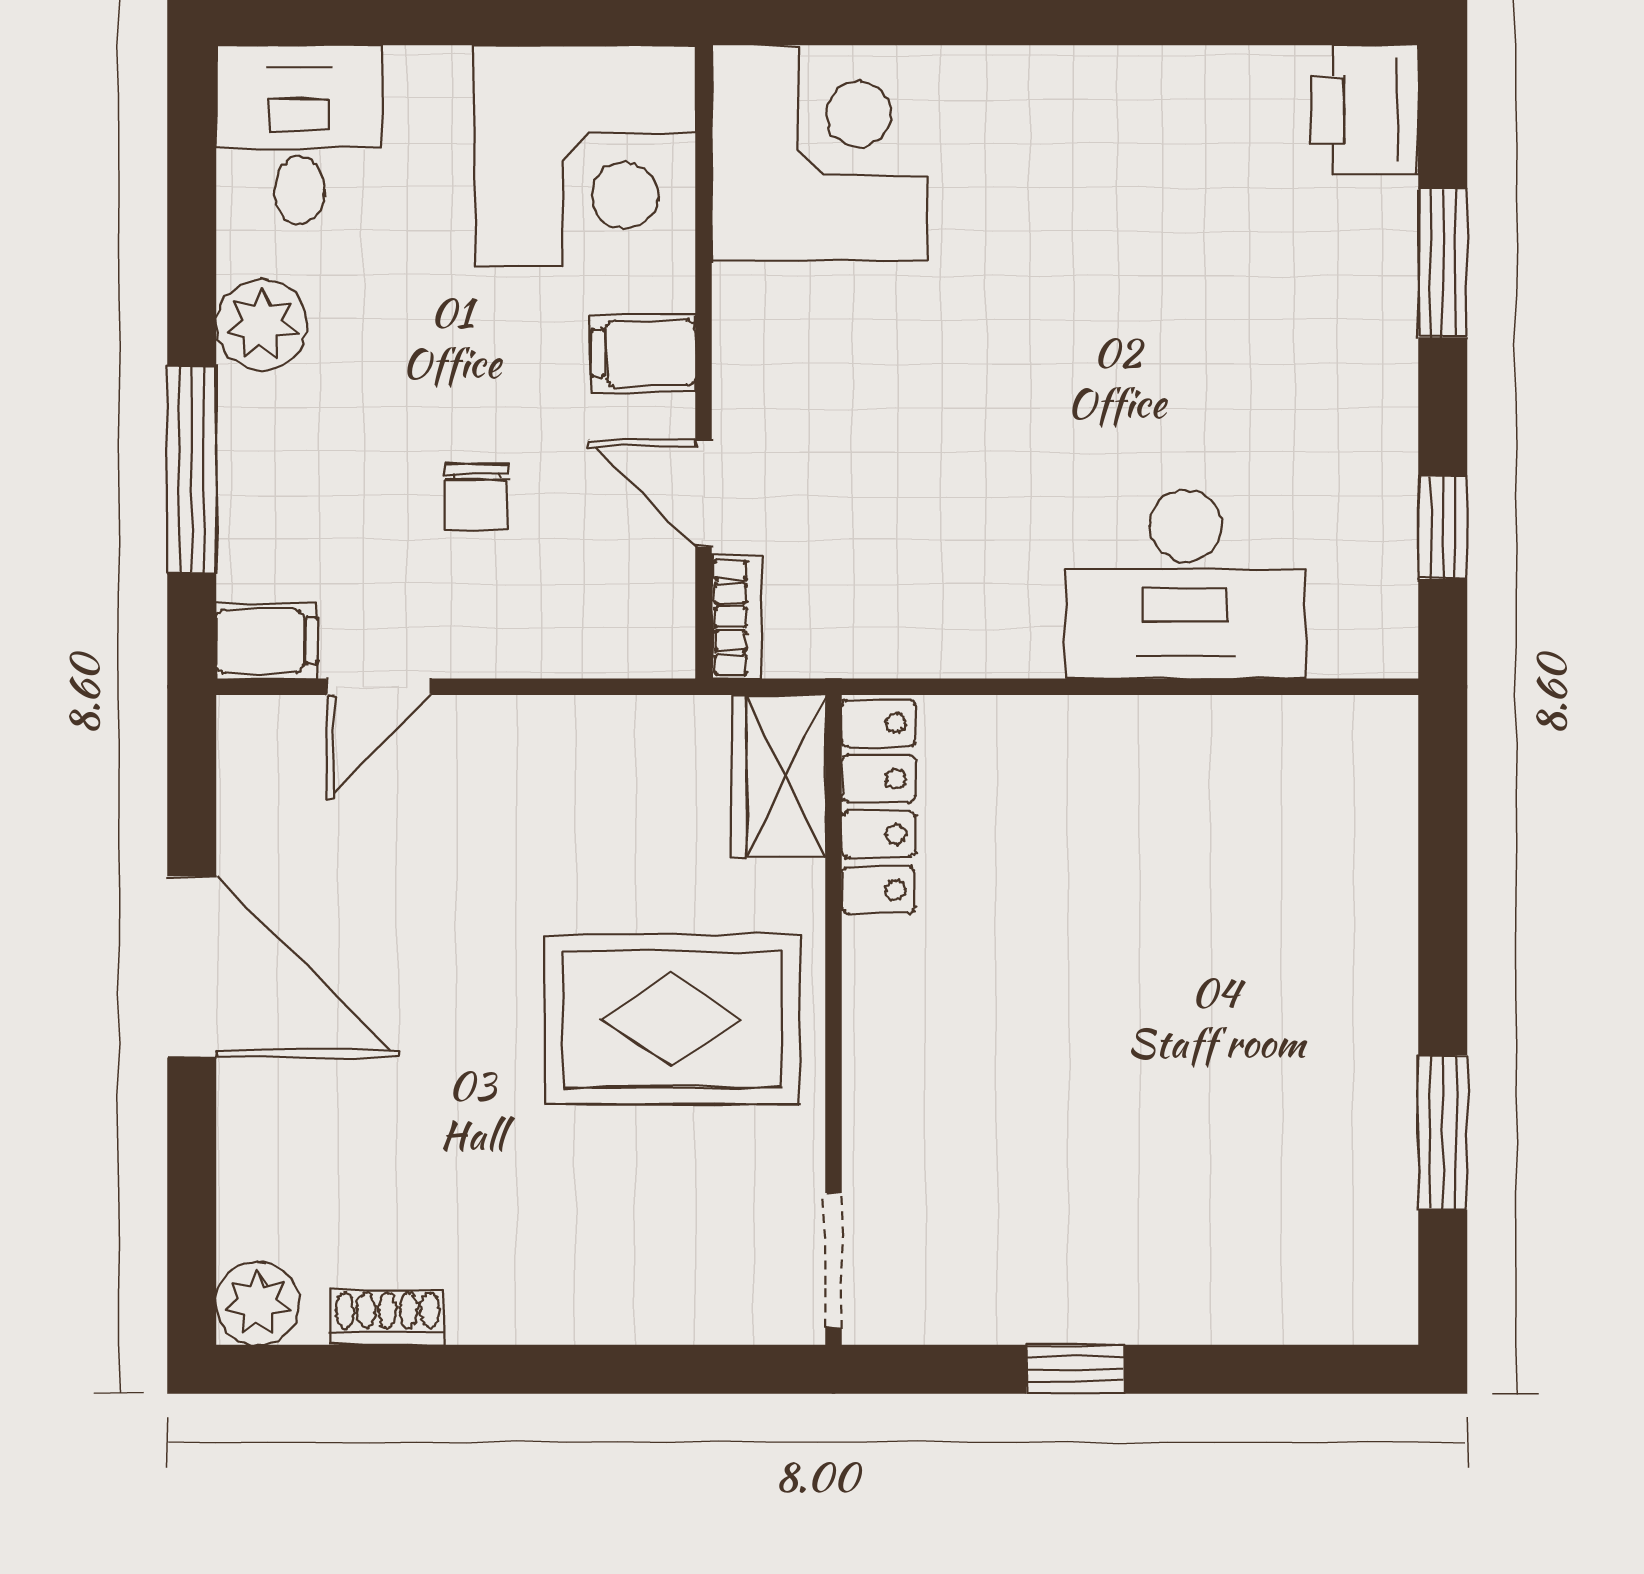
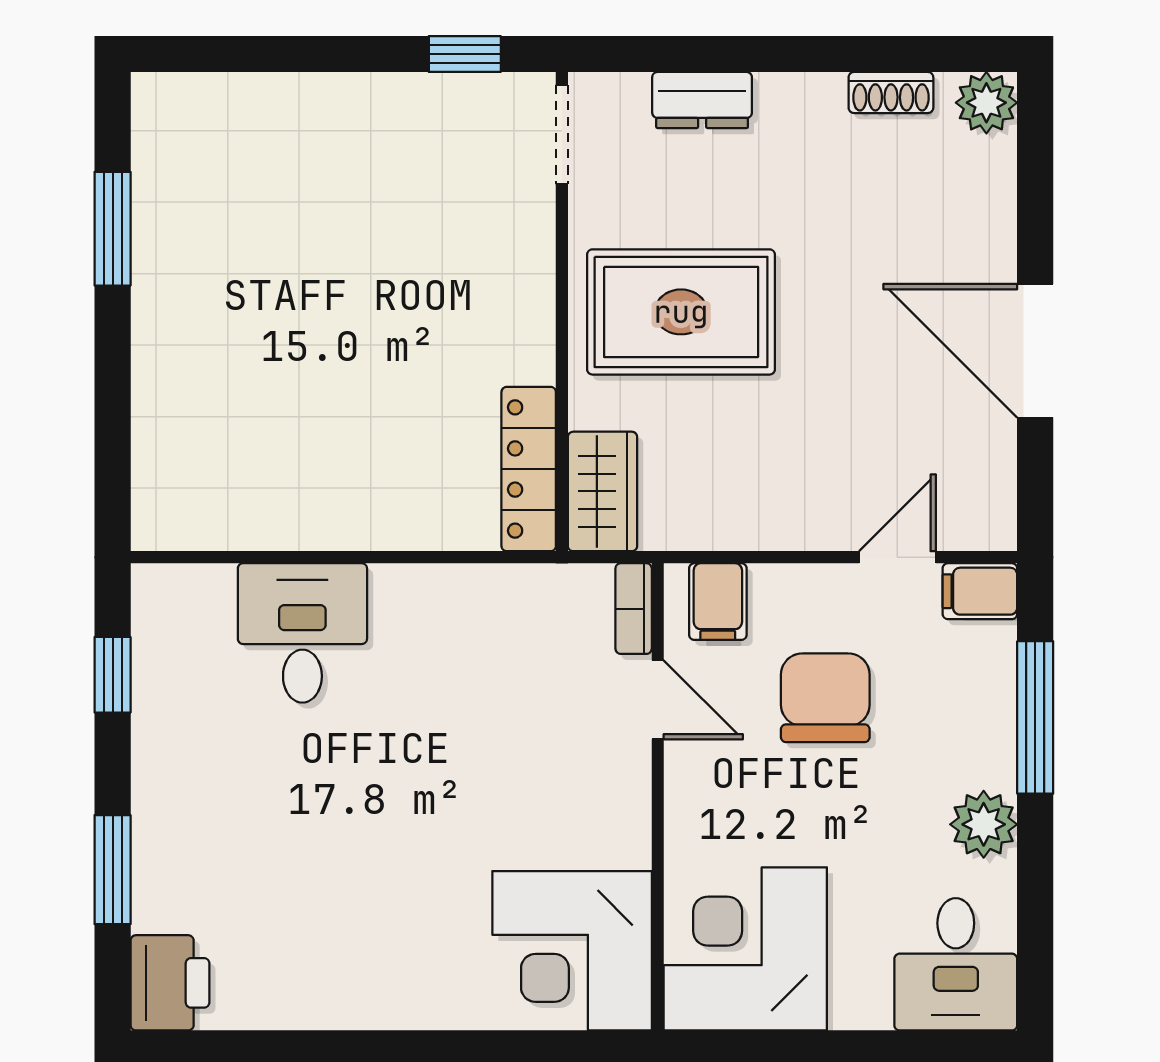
filing cabinet: (643, 353) -> (718, 602), moved, turned 90
chair: (476, 496) -> (825, 698), width x1.87, depth x1.87
desk: (1185, 584) -> (302, 633), width x0.73
dresser: (643, 1307) -> (702, 100), added
window: (1075, 1369) -> (465, 54), moved

